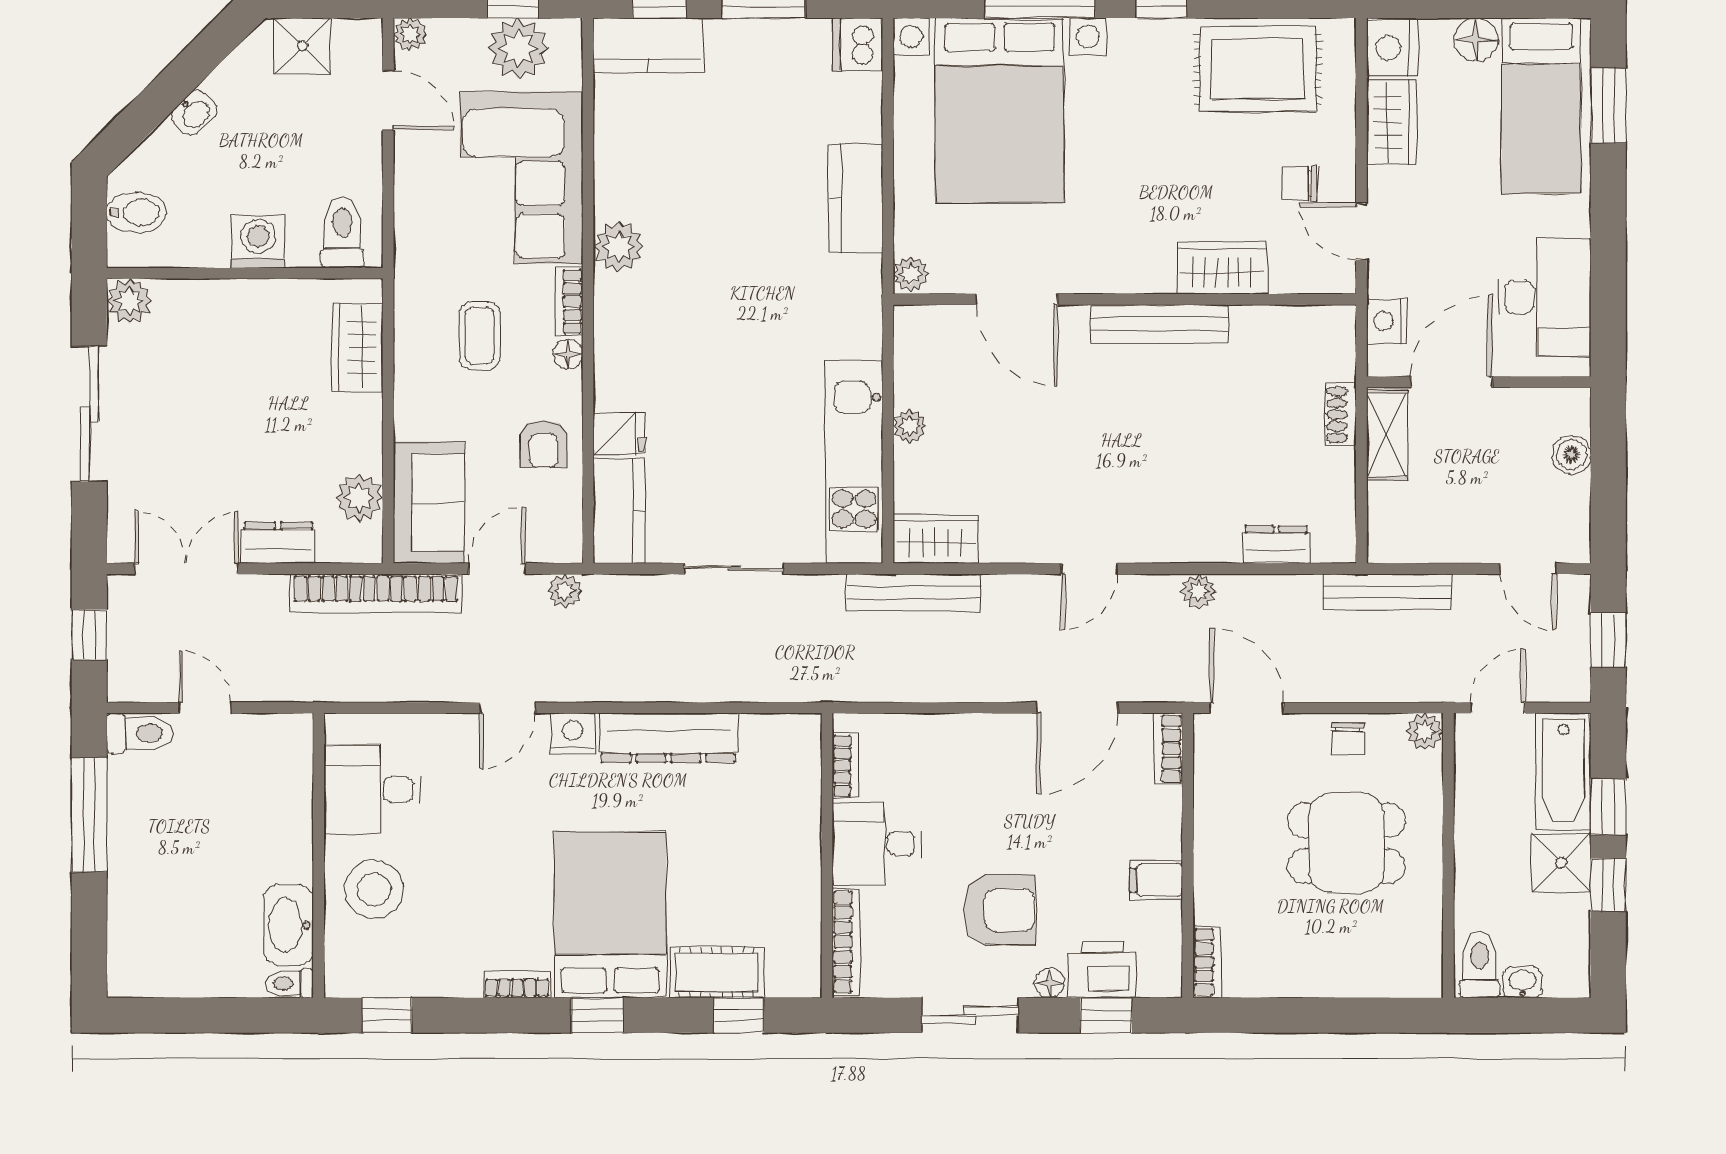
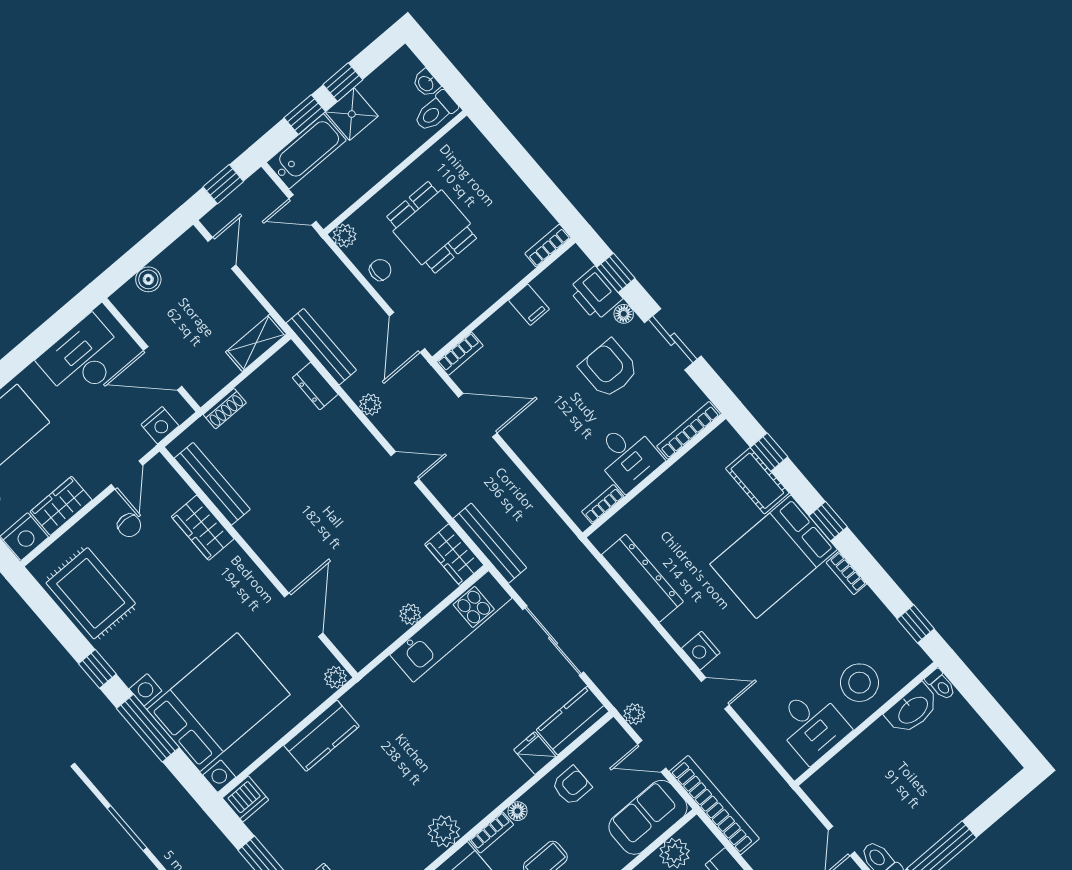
bench: (1160, 324) -> (212, 484), moved
shelving: (1387, 435) -> (256, 343), moved
sliding door: (734, 569) -> (553, 641), width x1.37
bench: (1387, 592) -> (321, 347), moved
dresser: (668, 738) -> (642, 578), moved

